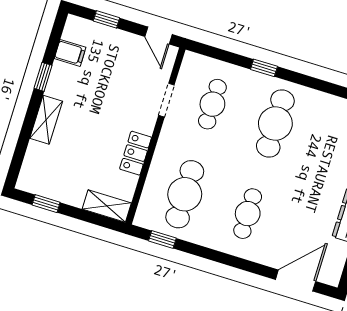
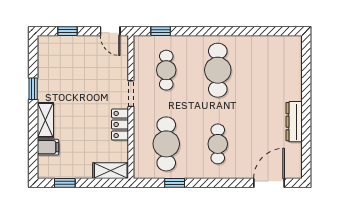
filing cabinet: (70, 53) -> (48, 147), moved
window: (264, 68) -> (161, 31), moved
doorway: (166, 100) -> (131, 94), moved
window: (162, 239) -> (175, 183), moved

